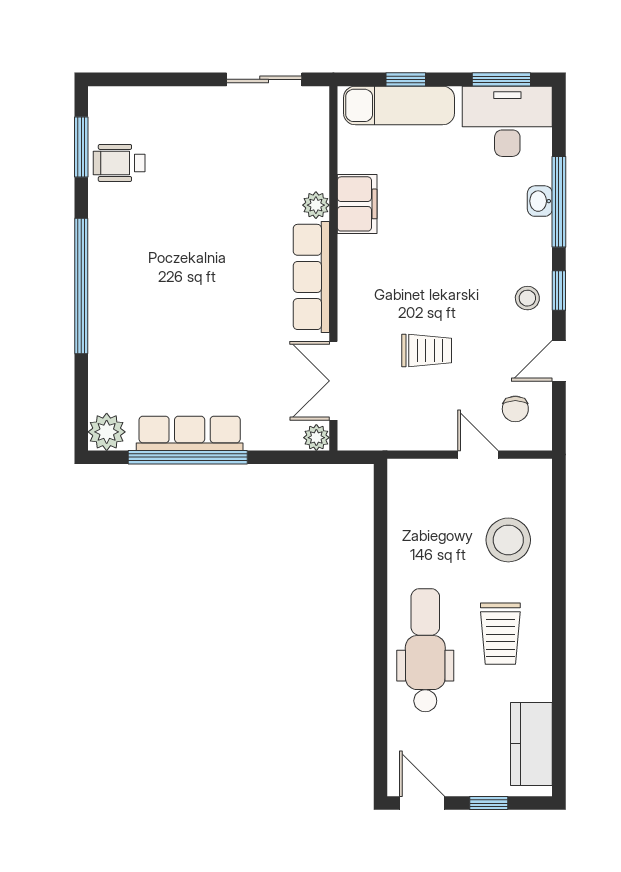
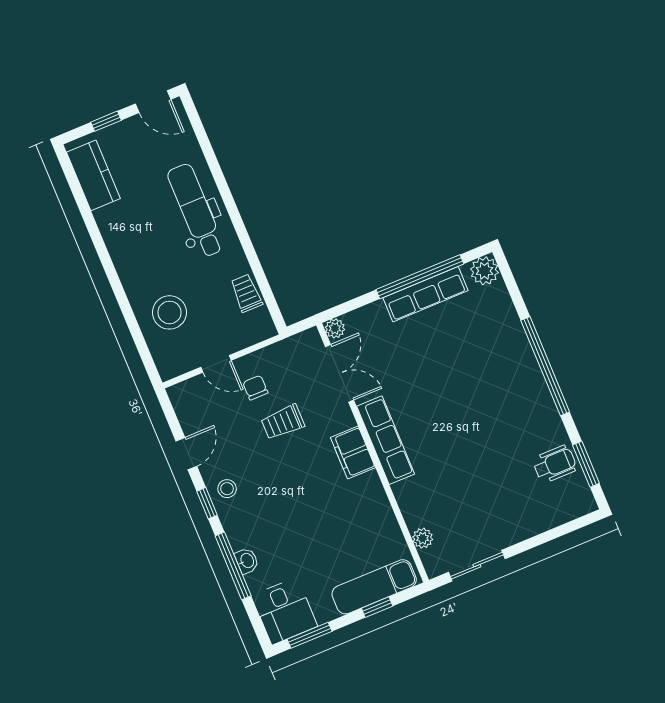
desk: (507, 121) -> (284, 611), width x0.73
filing cabinet: (357, 204) -> (353, 453), moved
plant: (316, 205) -> (423, 538), moved
chair: (515, 409) -> (255, 388), moved
trolley: (500, 634) -> (246, 293), moved, width x0.73, depth x0.72
dental chair: (425, 650) -> (196, 210), turned 180

